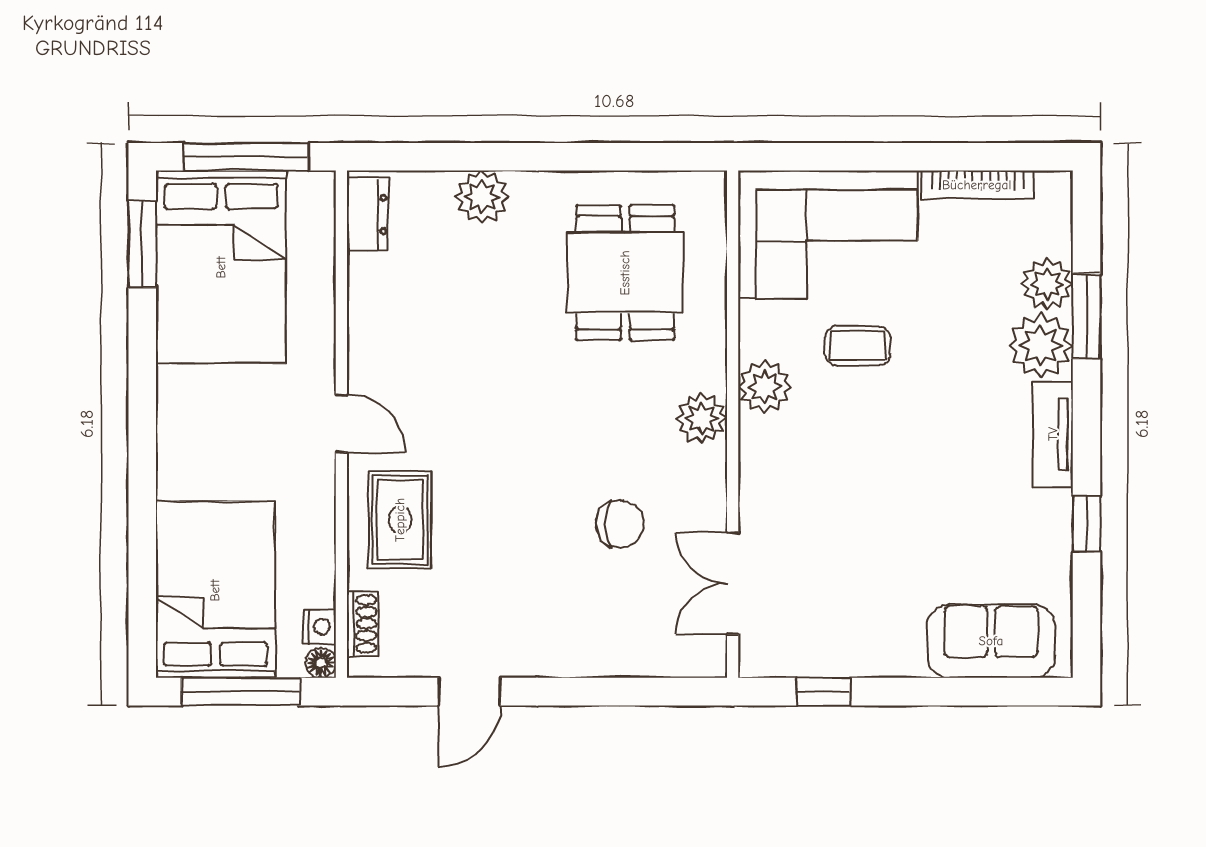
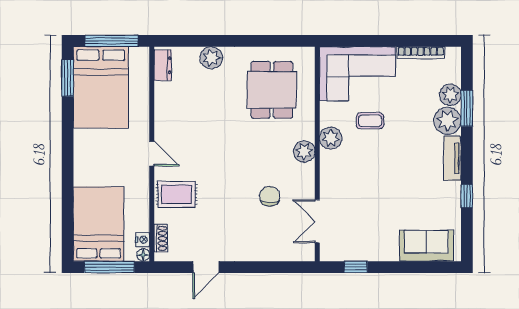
rug: (400, 520) -> (177, 194), turned 90
chair: (620, 524) -> (270, 196), turned -90

